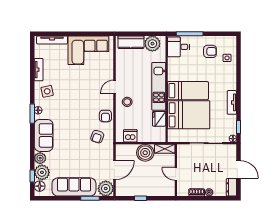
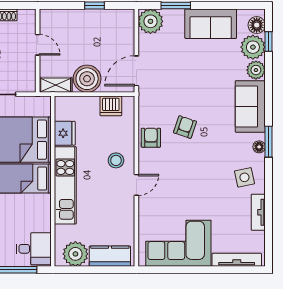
armchair: (97, 137) -> (185, 127), moved
door: (114, 170) -> (136, 71), moved
sofa: (74, 187) -> (211, 24), width x0.73

